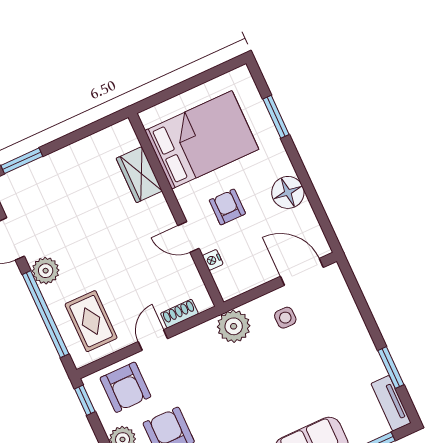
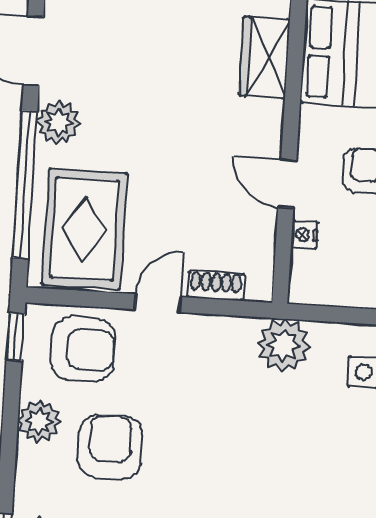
rug: (91, 321) -> (85, 229), width x1.36, depth x1.43
armchair: (125, 387) -> (83, 349), turned -90

